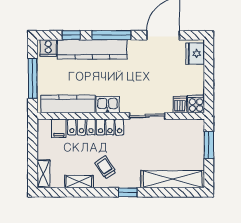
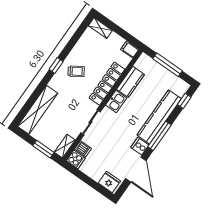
window: (71, 35) -> (184, 101), moved
cooker: (48, 48) -> (140, 146), moved
kitchen counter: (68, 104) -> (130, 82), width x0.67
filing cabinet: (59, 128) -> (130, 49), moved
shelving: (79, 182) -> (65, 146), moved
window: (128, 192) -> (56, 65), moved

